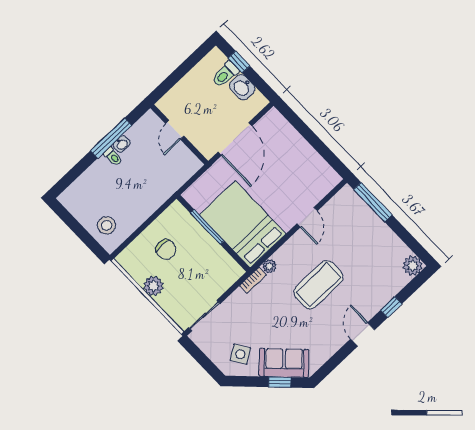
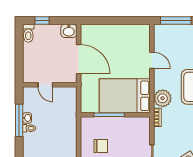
toilet: (225, 74) -> (28, 33), moved
washbasin: (242, 87) -> (69, 31), moved
plant: (270, 266) -> (163, 98), width x1.88, depth x1.88

